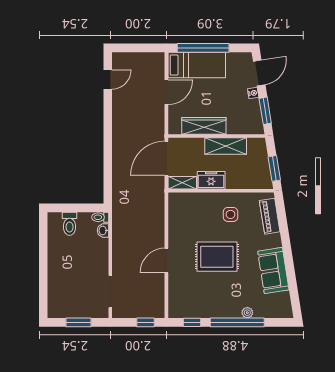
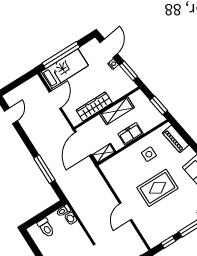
window: (108, 160) -> (44, 169), added
freezer: (211, 180) -> (131, 134), moved

